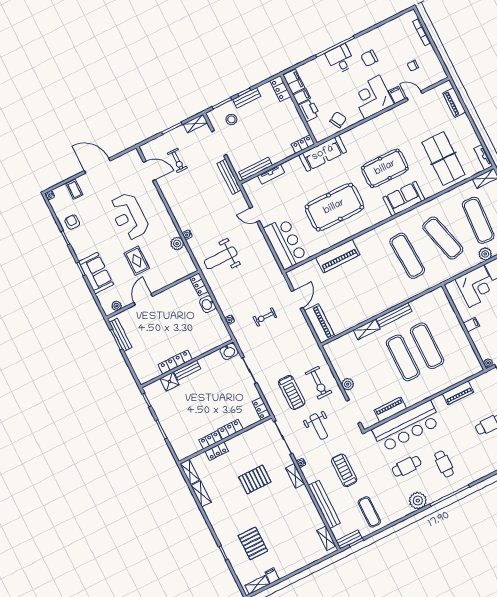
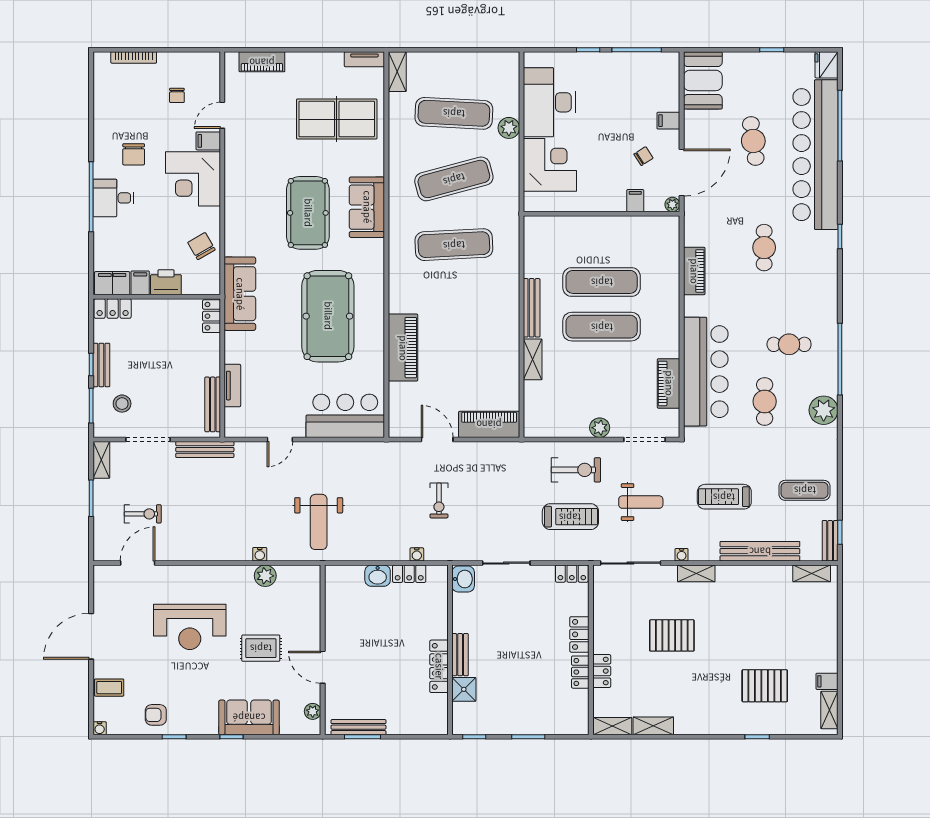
locker: (199, 284) -> (409, 574), moved
filing cabinet: (471, 325) -> (635, 201), moved
pallet: (255, 479) -> (672, 635), turned 90

